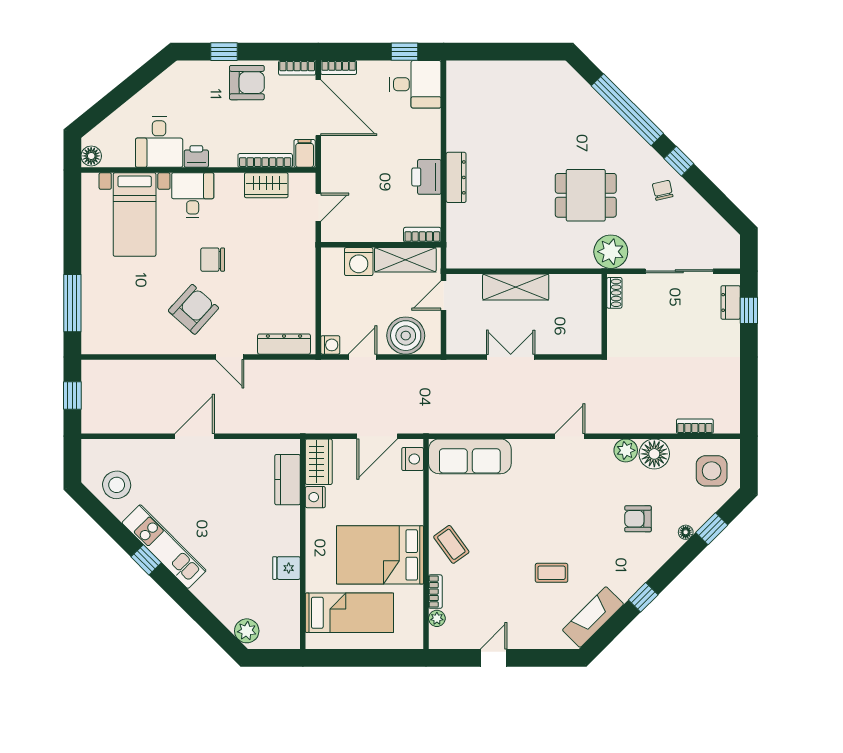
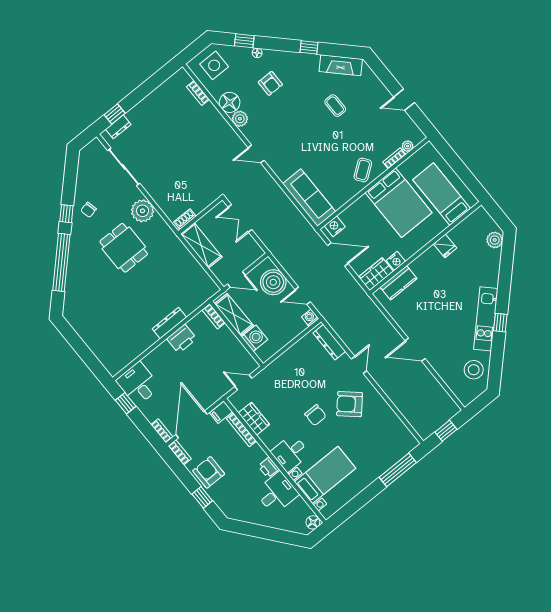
shoe rack: (614, 293) -> (185, 219), moved
wall: (604, 314) -> (200, 215), moved

